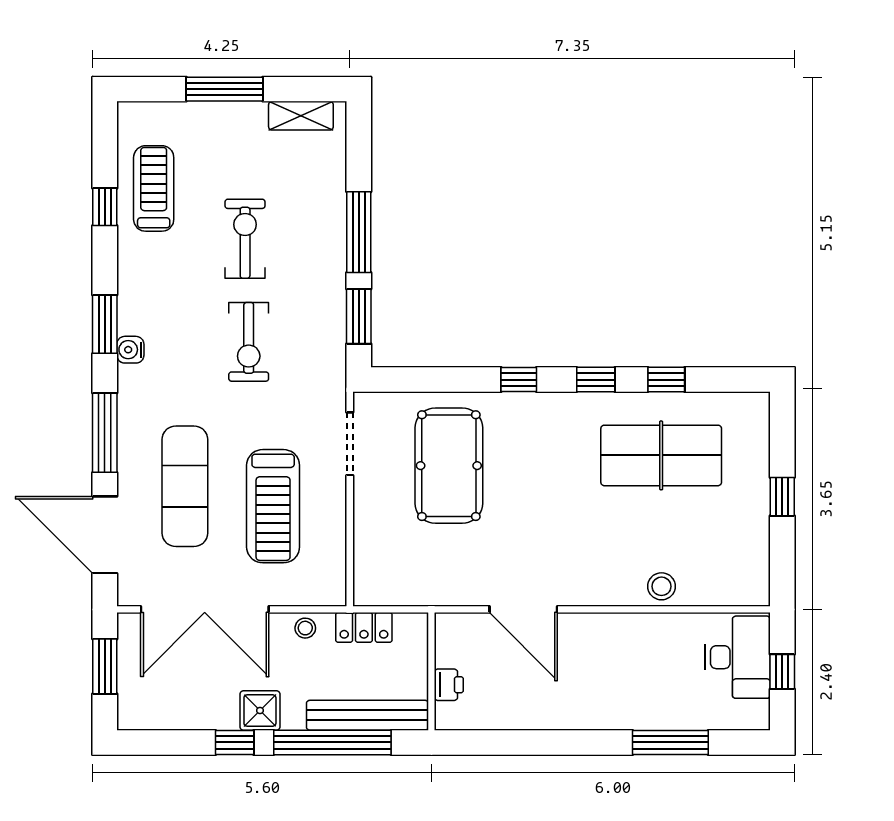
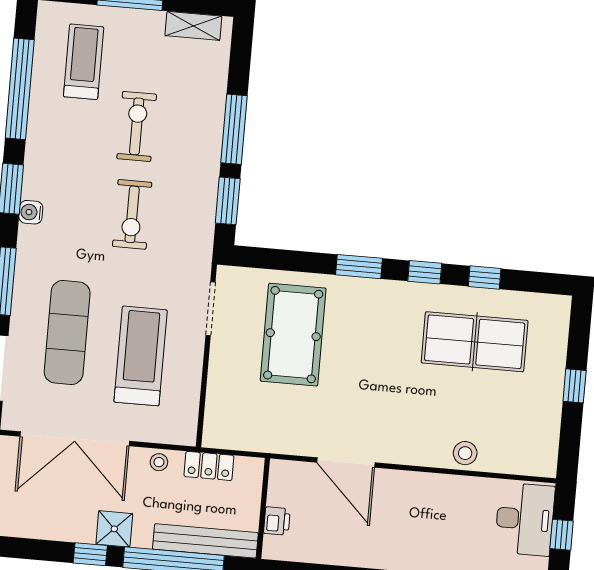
treadmill: (154, 188) -> (84, 62), moved
window: (105, 207) -> (20, 89), width x3.17
window: (519, 380) -> (359, 267), width x1.50
treadmill: (273, 506) -> (141, 356), turned 180

